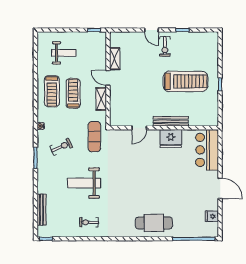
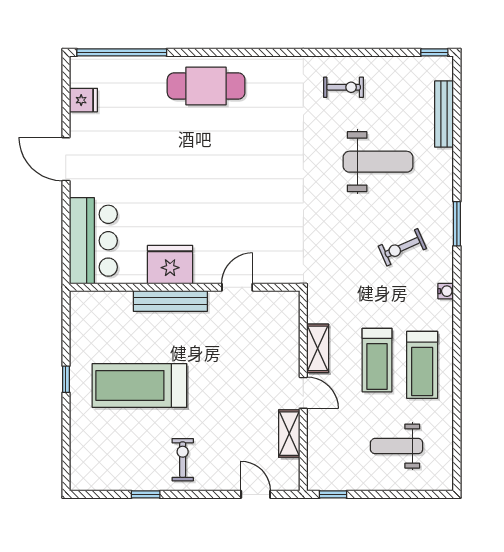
door: (152, 30) -> (256, 494), moved
treadmill: (52, 91) -> (422, 365), turned 180
exercise mat: (94, 137) -> (332, 269), removed
weight bench: (84, 183) -> (378, 162), moved

